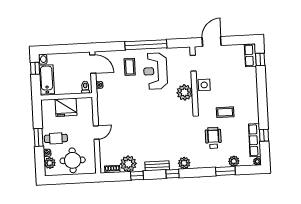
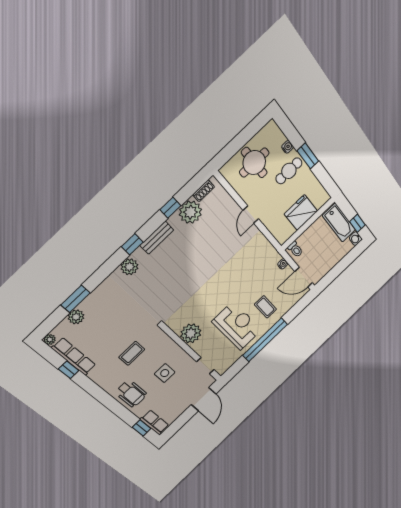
side table: (204, 85) -> (165, 373), moved
wheelchair: (213, 138) -> (131, 394), moved
plant: (50, 163) -> (277, 138), removed

